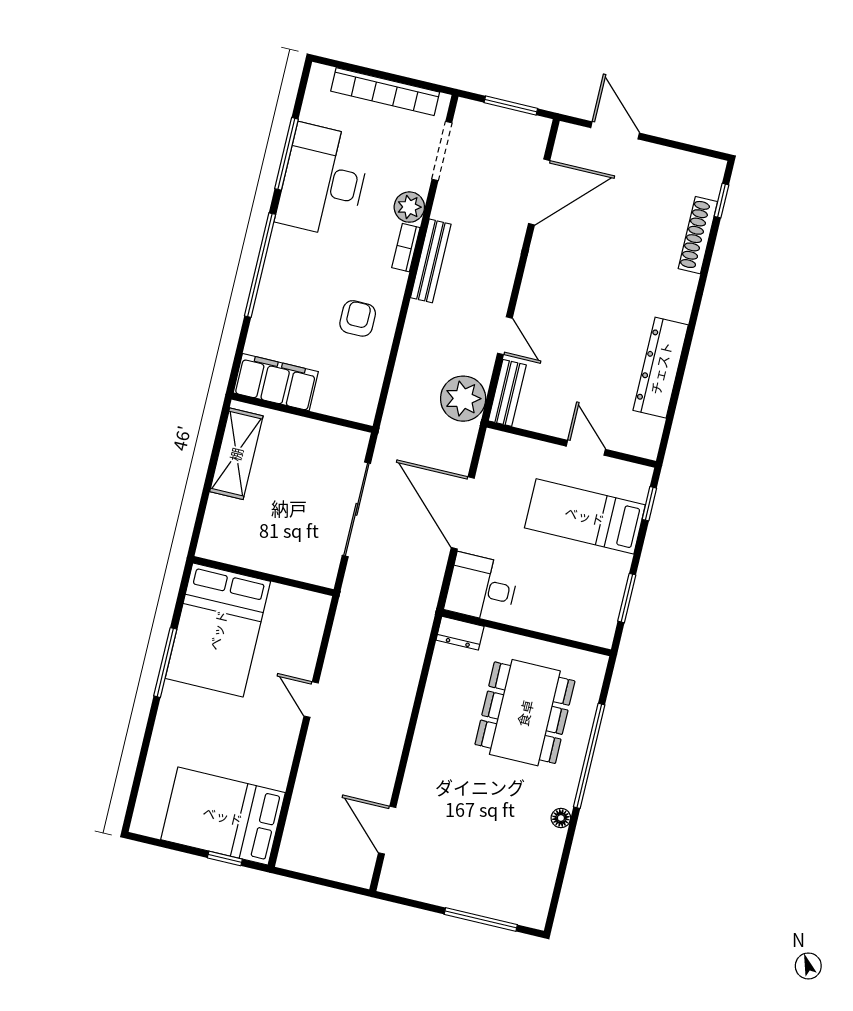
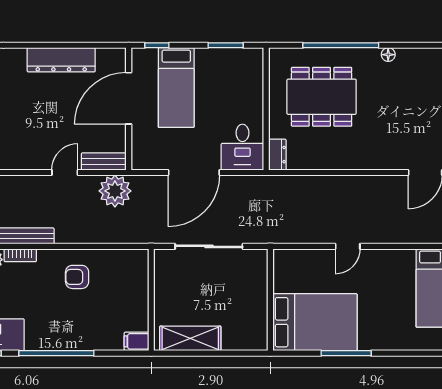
filing cabinet: (276, 382) -> (137, 341), width x0.33, depth x0.86
door: (586, 448) -> (129, 98), width x1.87

